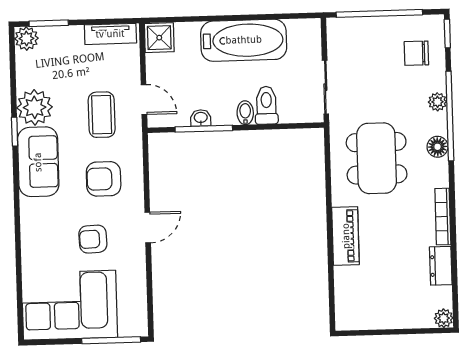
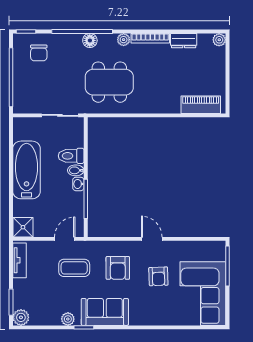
plant: (437, 102) -> (124, 40), moved
plant: (35, 107) -> (68, 319), width x0.53, depth x0.53
washbasin: (201, 118) -> (78, 184), moved
floor lamp: (438, 147) -> (90, 40), moved
piano: (346, 236) -> (201, 105), moved

